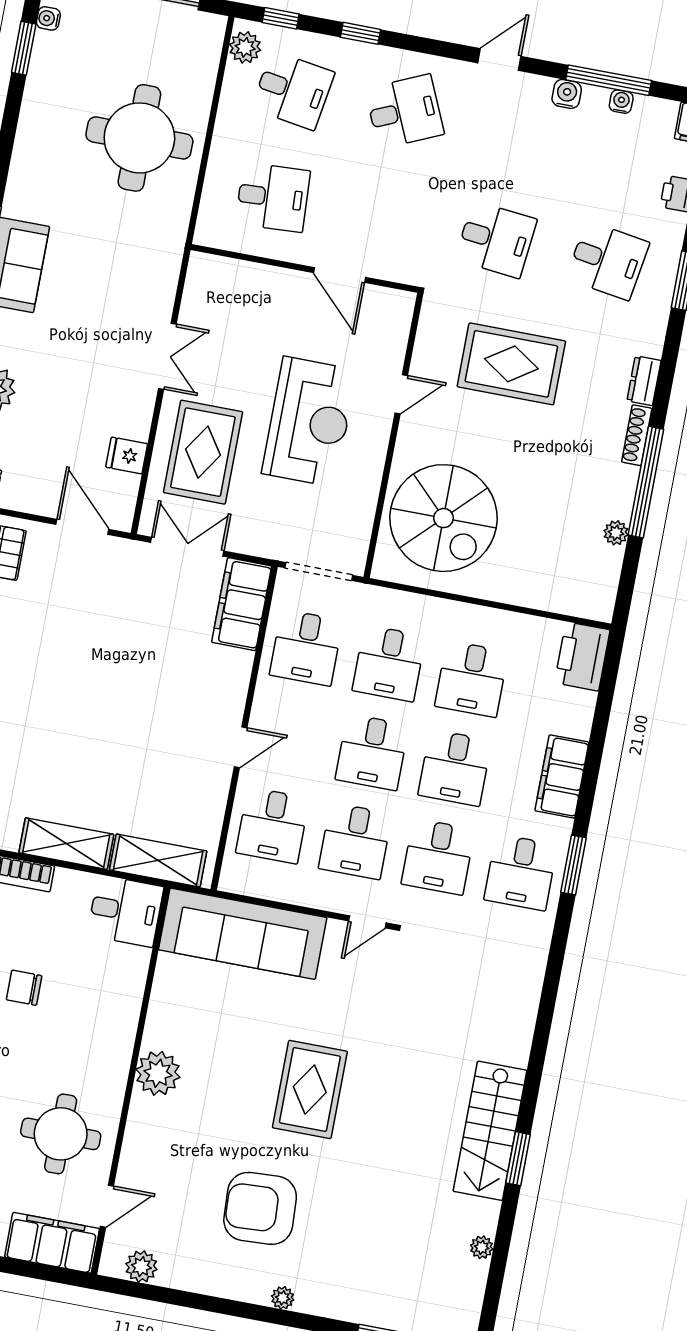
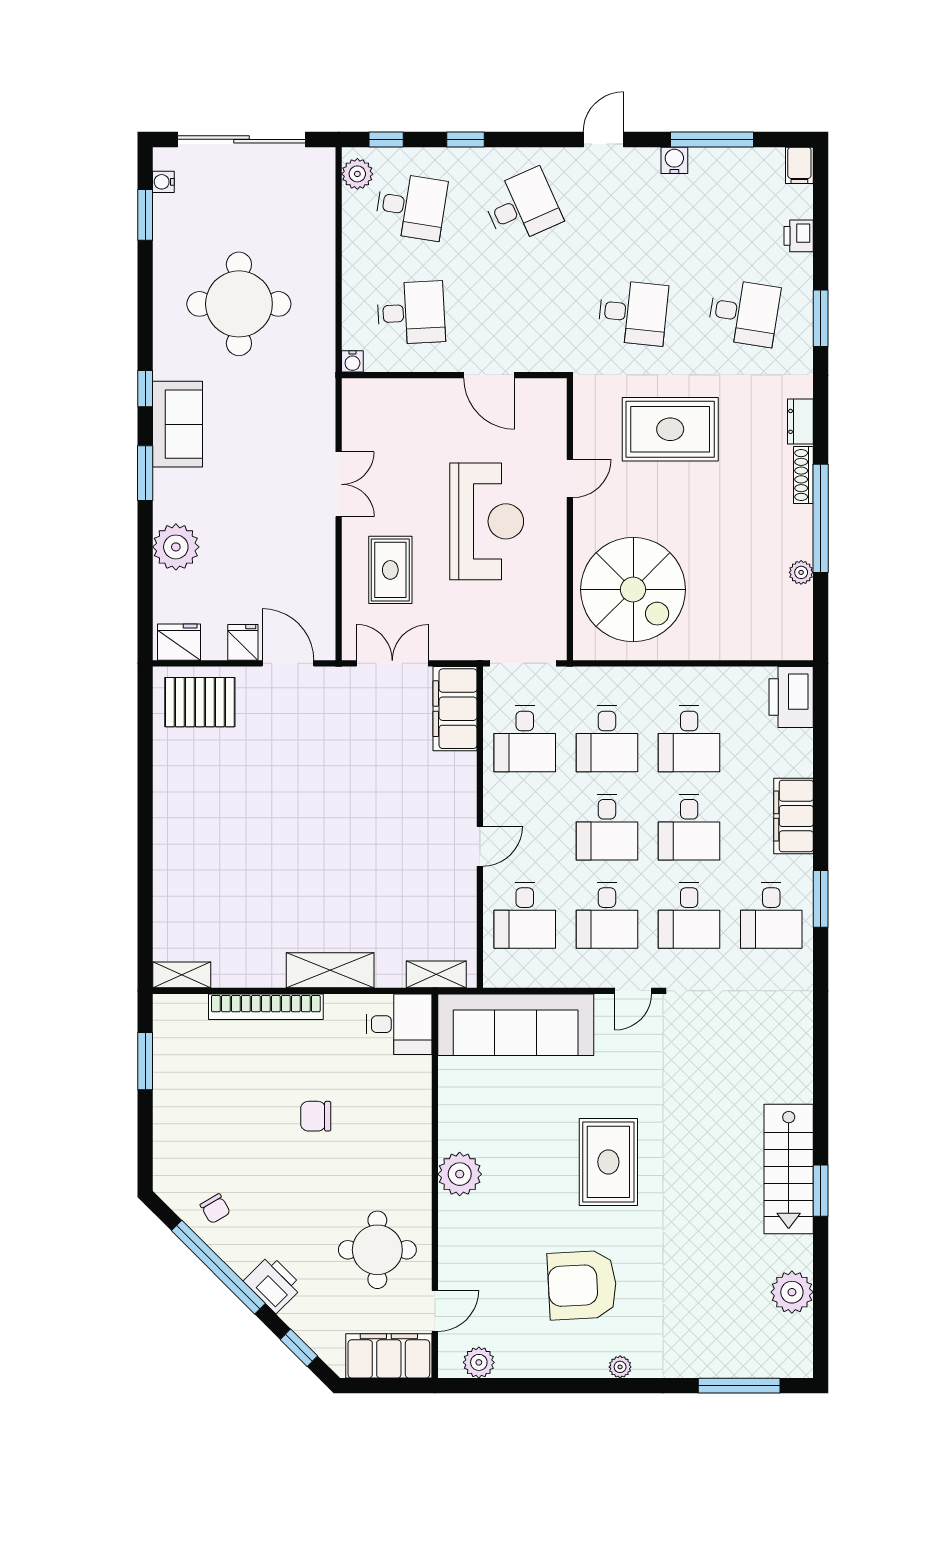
water cooler: (621, 102) -> (352, 361), moved, turned 180
round table: (139, 138) -> (239, 304), moved
rug: (203, 452) -> (390, 570), width x0.73, depth x0.70
fridge: (127, 455) -> (243, 642), moved, turned 90
shelving: (158, 860) -> (436, 974), width x0.67, depth x0.75
plant: (482, 1247) -> (792, 1292), width x1.88, depth x1.88

